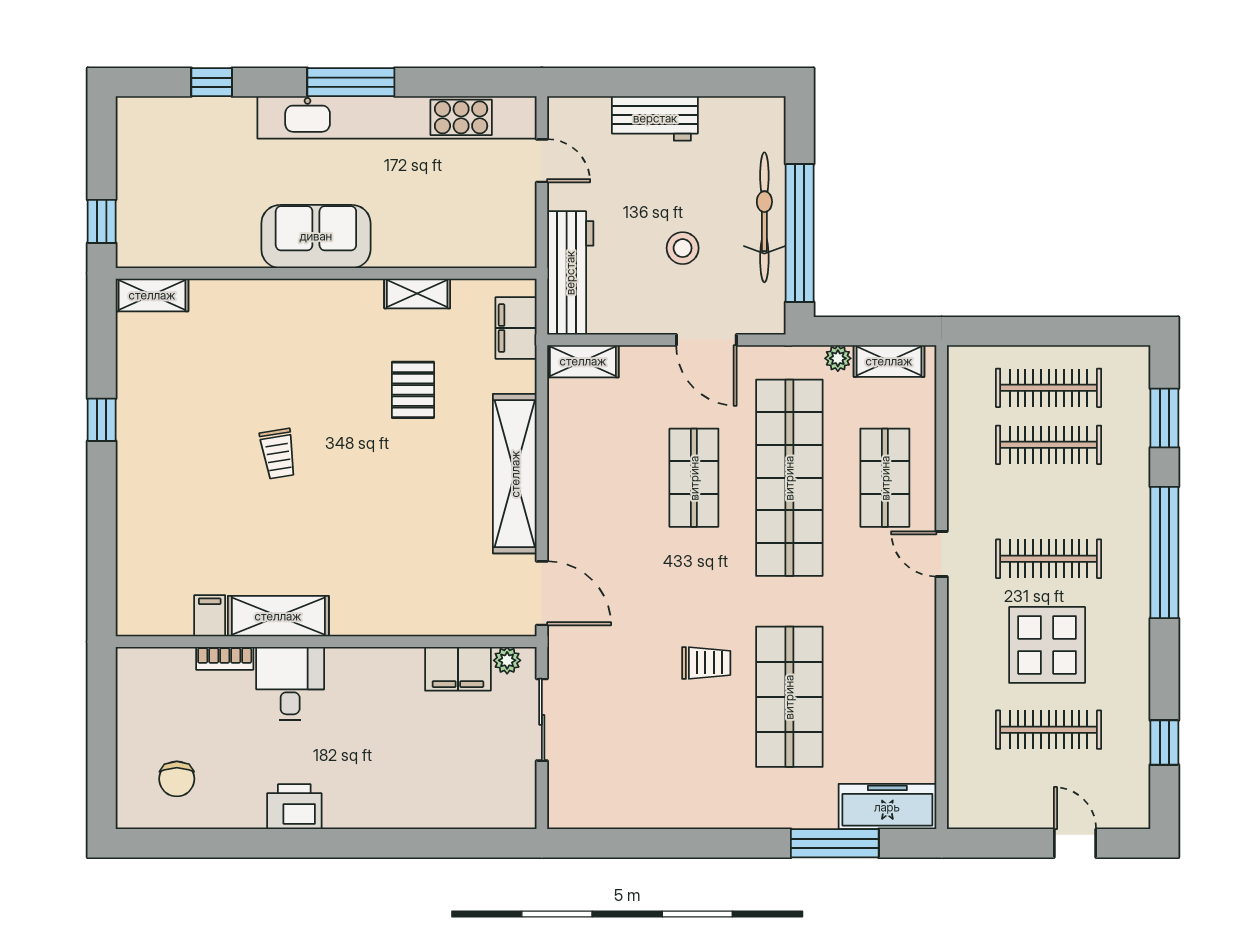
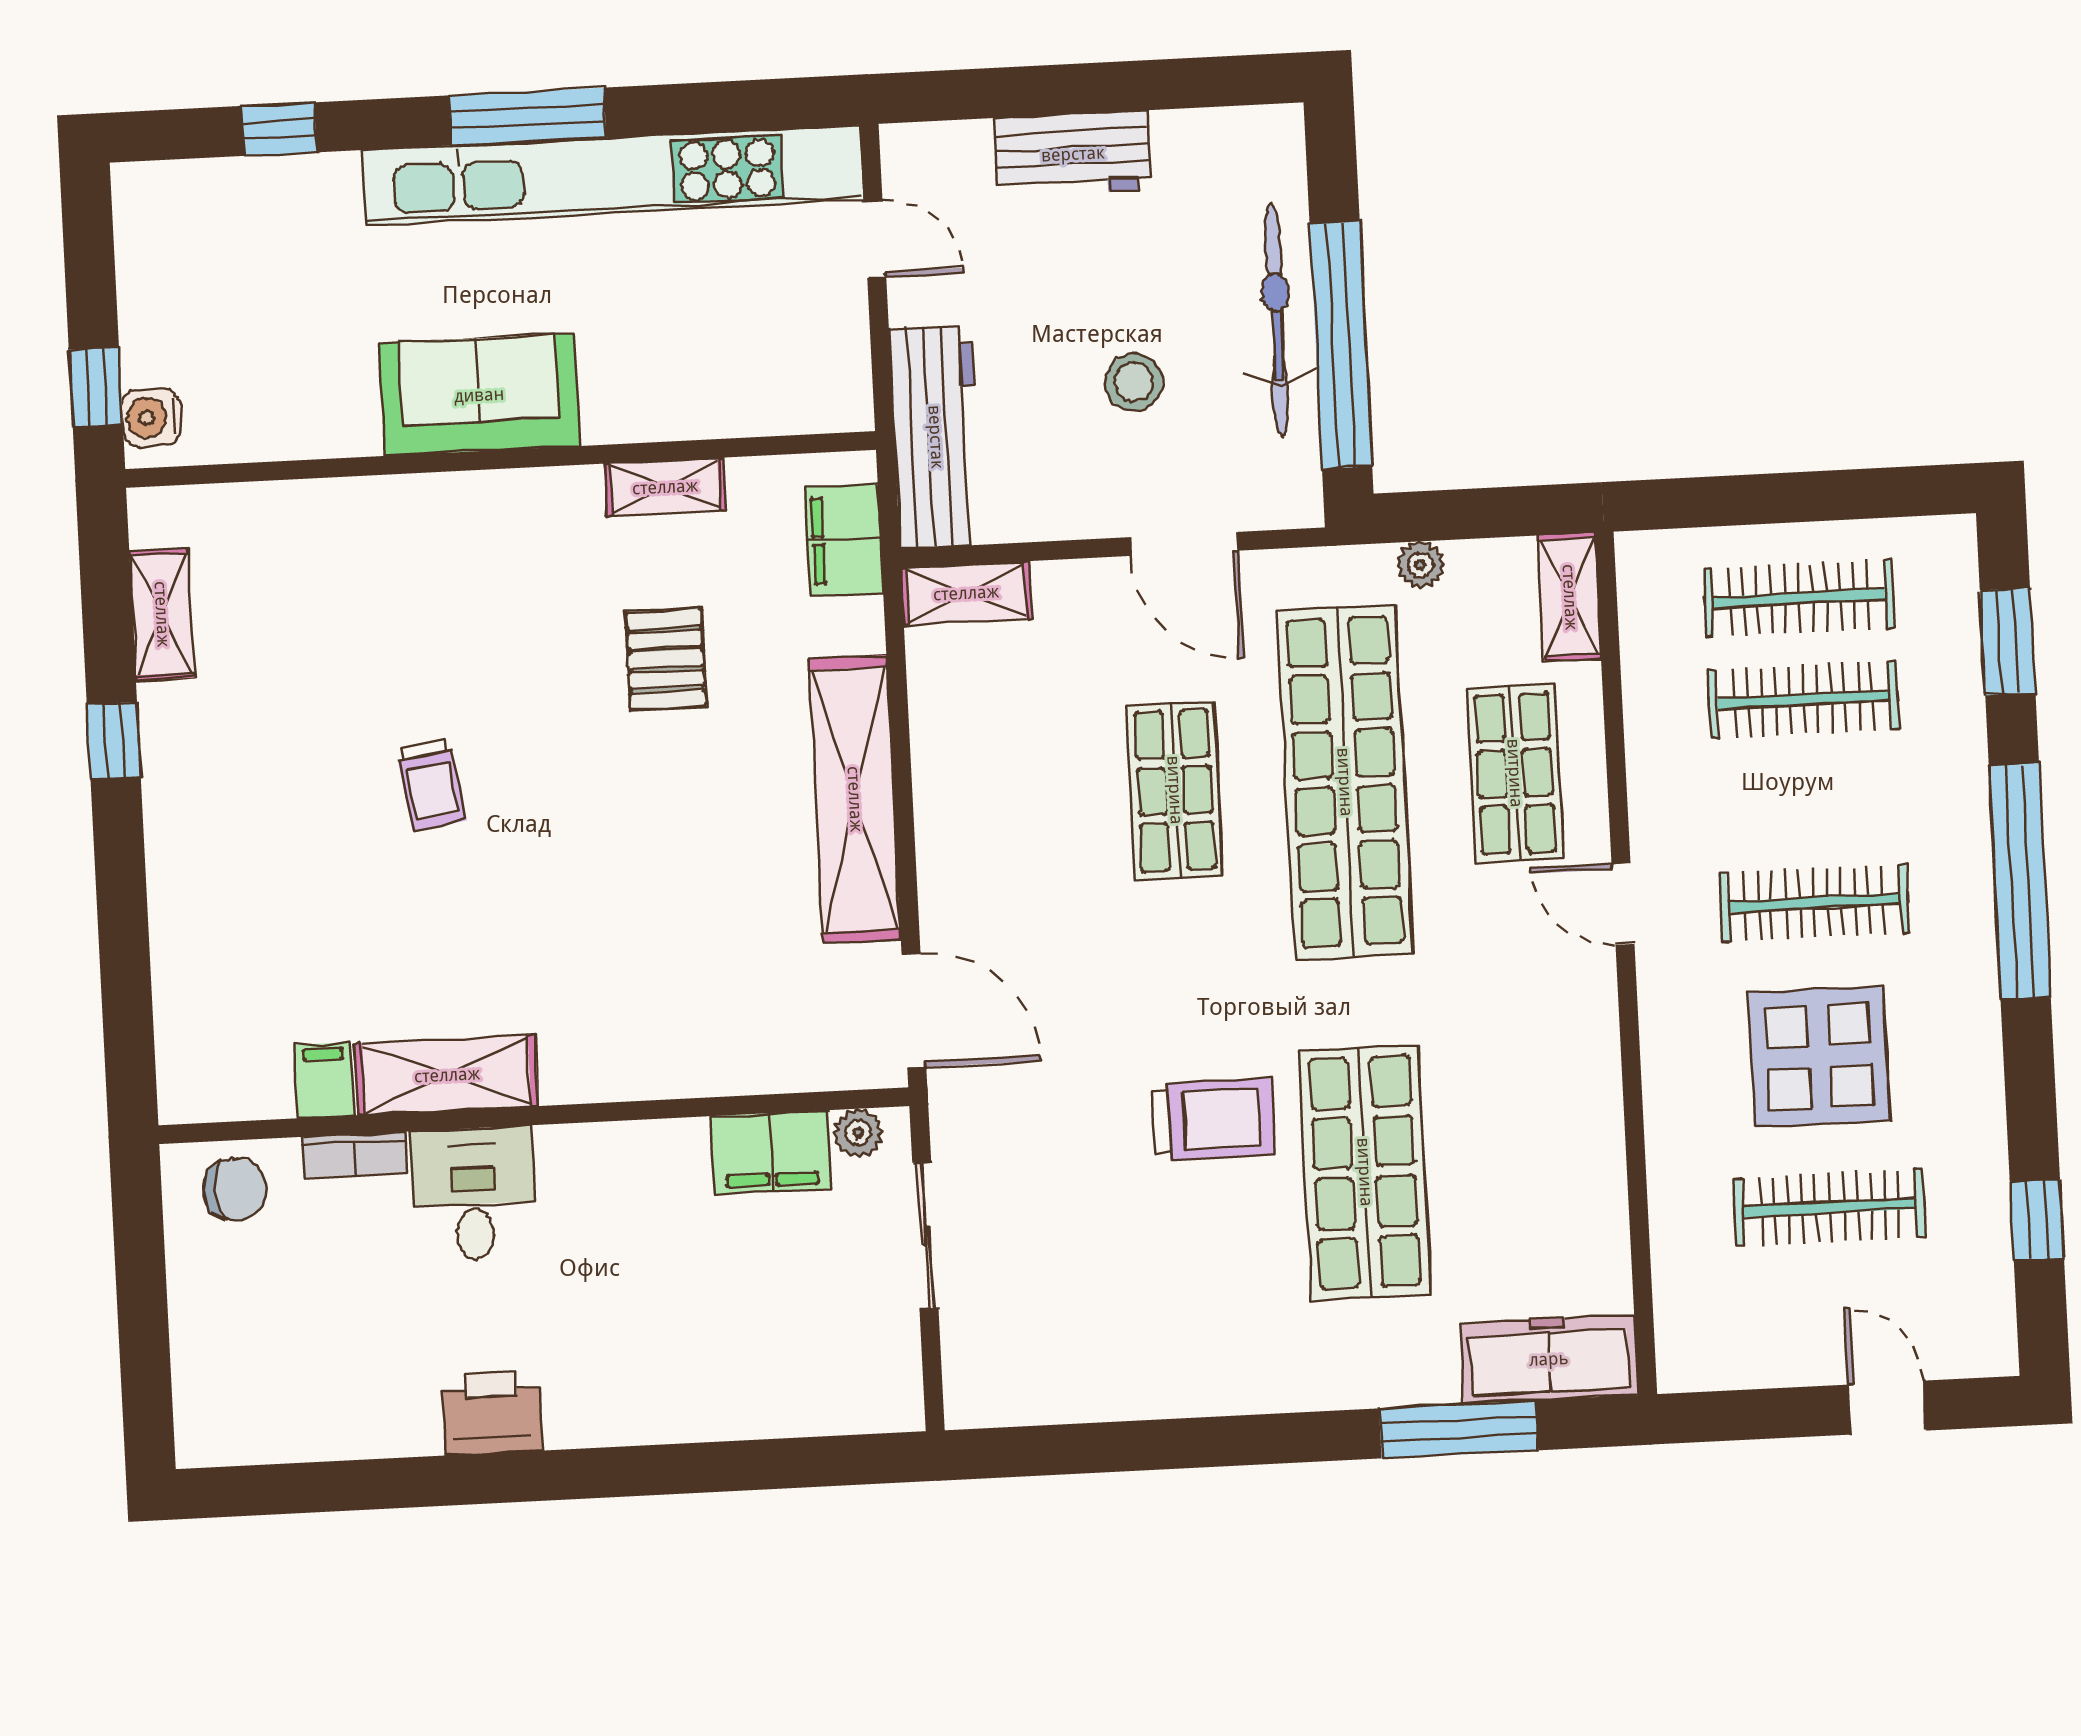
water cooler: (132, 240) -> (151, 417), added
shelving: (152, 295) -> (162, 614), moved, turned 90
shelving: (889, 361) -> (1570, 597), moved, turned 90
trolley: (706, 663) -> (1213, 1120), width x1.36, depth x1.39
chair: (177, 779) -> (235, 1189), moved, turned -90

